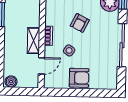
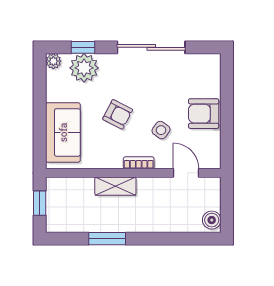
shelving: (34, 41) -> (115, 186), moved
armchair: (79, 78) -> (204, 114), turned -90

